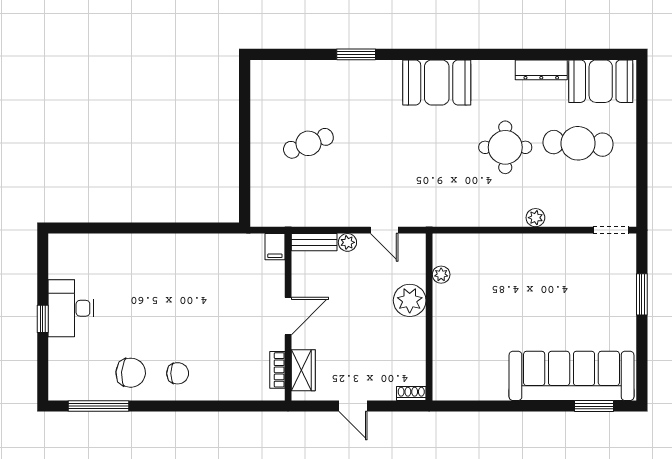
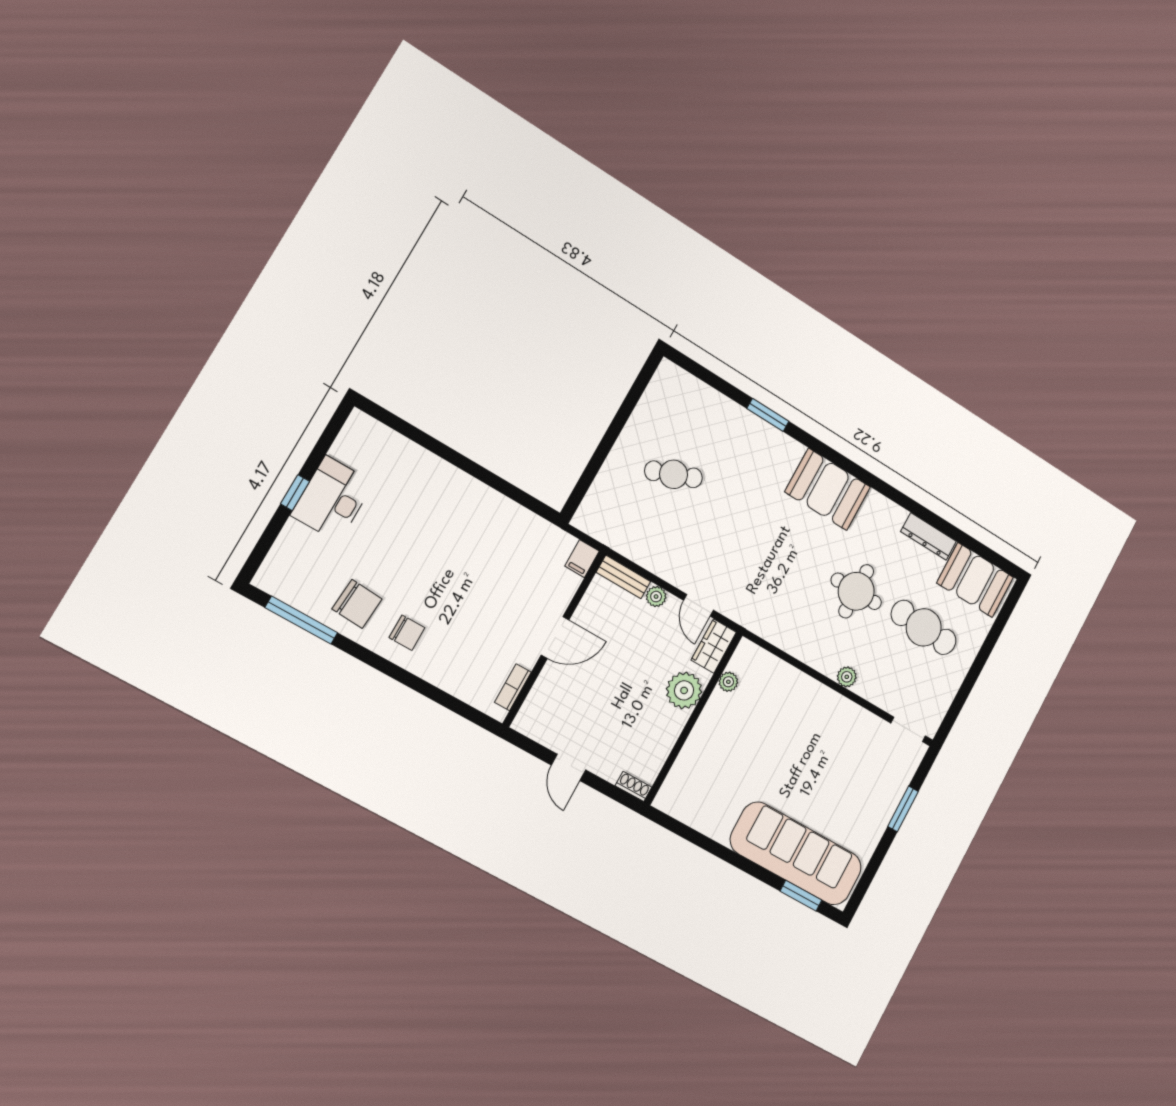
wardrobe: (303, 370) -> (714, 646), moved, turned 180

